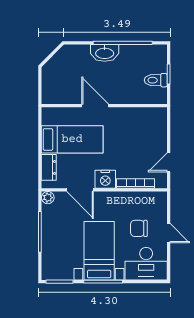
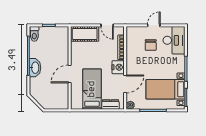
toilet: (156, 80) -> (34, 34), moved
cot: (156, 128) -> (85, 34), added
bed with nightstands: (99, 251) -> (165, 89), moved

